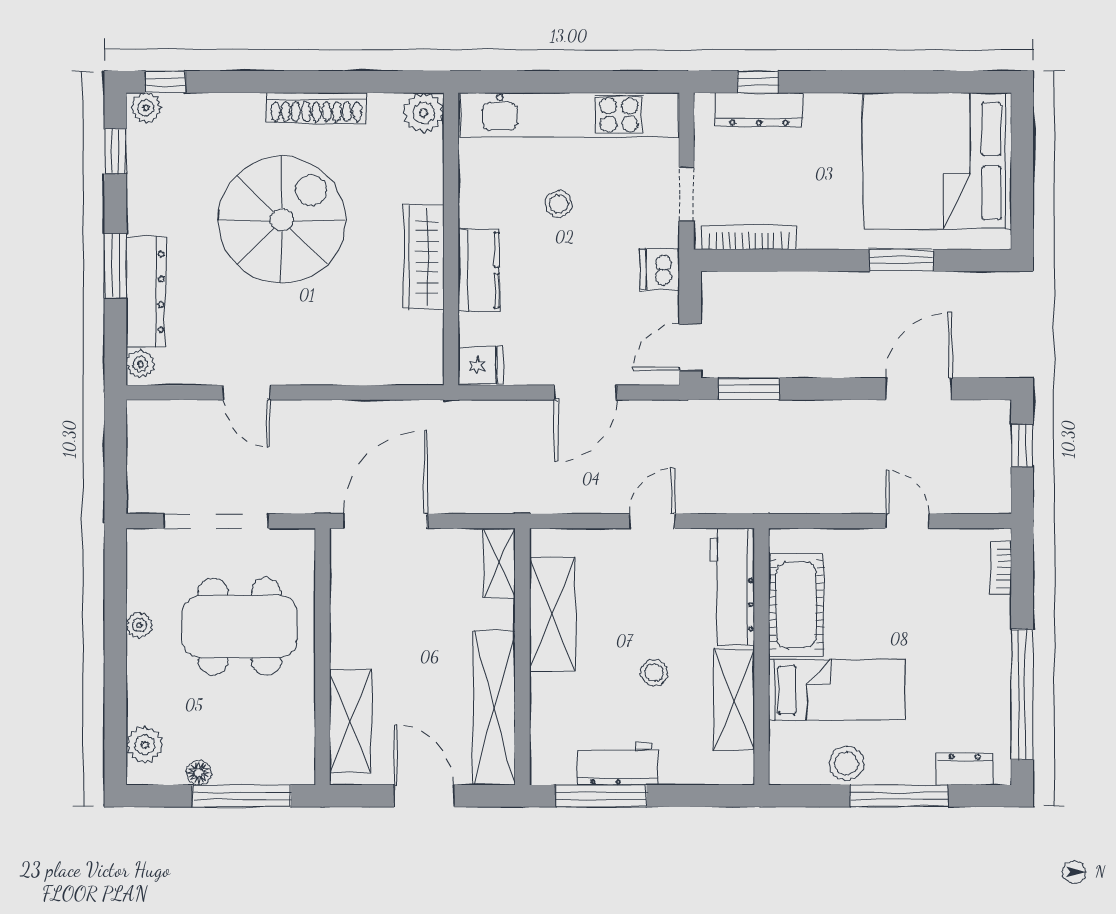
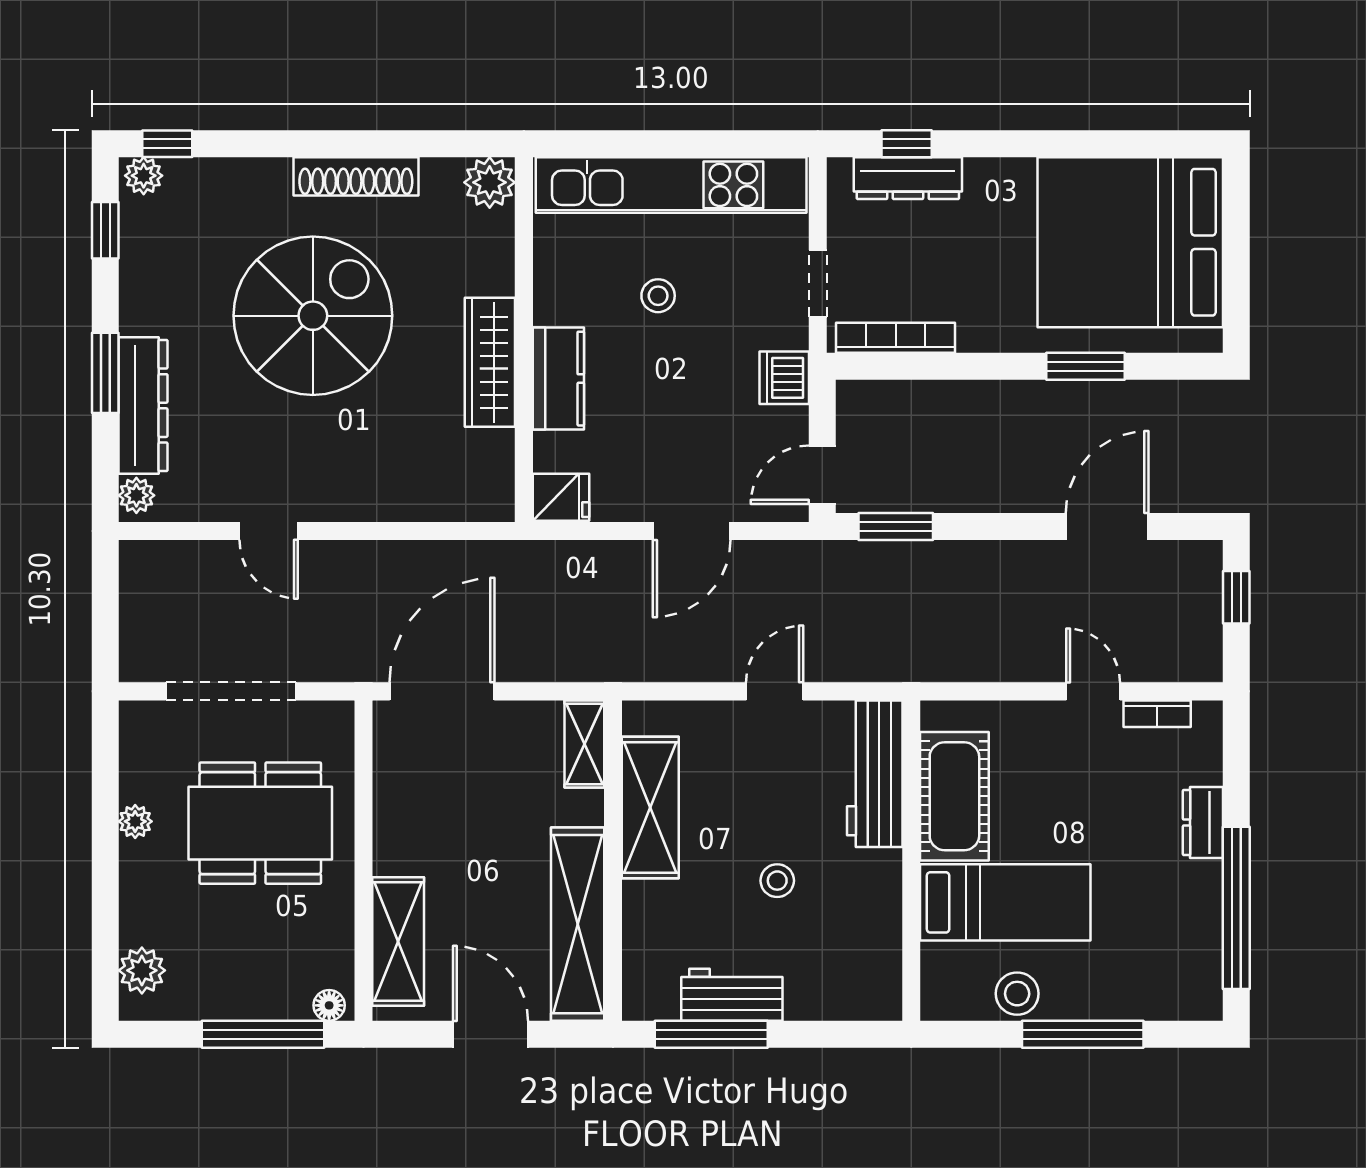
bookcase: (1001, 568) -> (1157, 714), moved, turned -90
shelving: (734, 700) -> (877, 914), removed
dresser: (965, 769) -> (1203, 823), moved, turned -90
floor lamp: (199, 773) -> (329, 1005), moved

